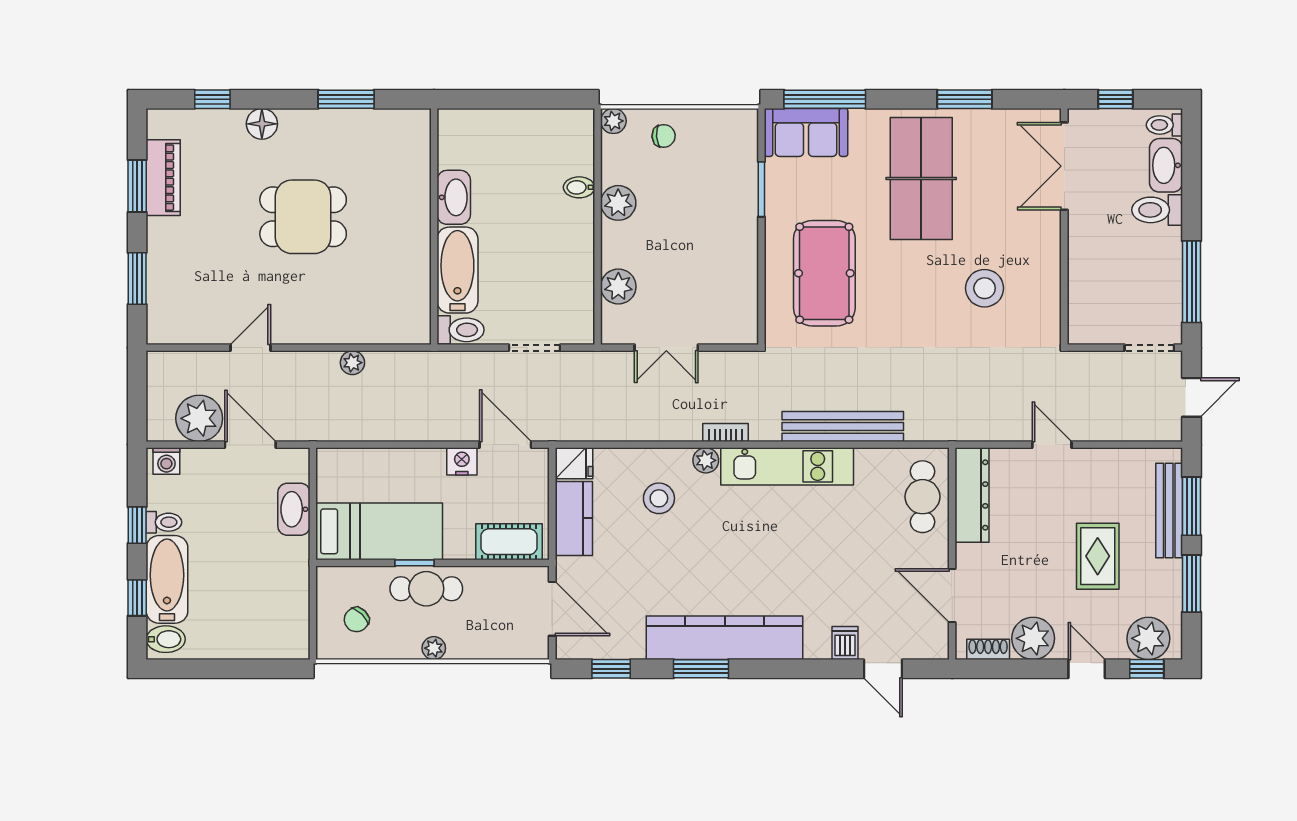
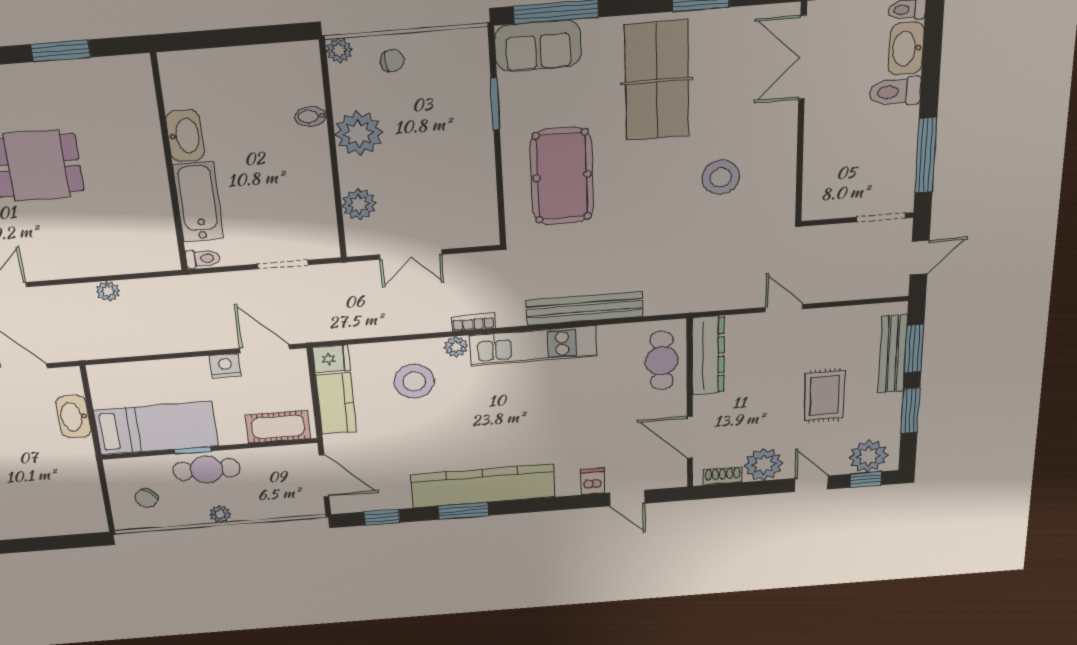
plant: (618, 203) -> (359, 133), width x1.36, depth x1.36
toilet: (461, 330) -> (203, 259), width x0.73, depth x0.72
stool: (659, 498) -> (414, 381), width x1.38, depth x1.38

